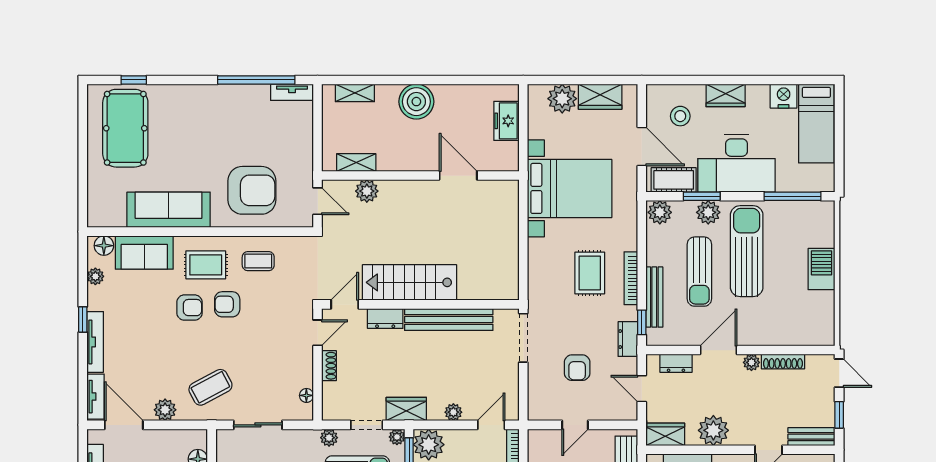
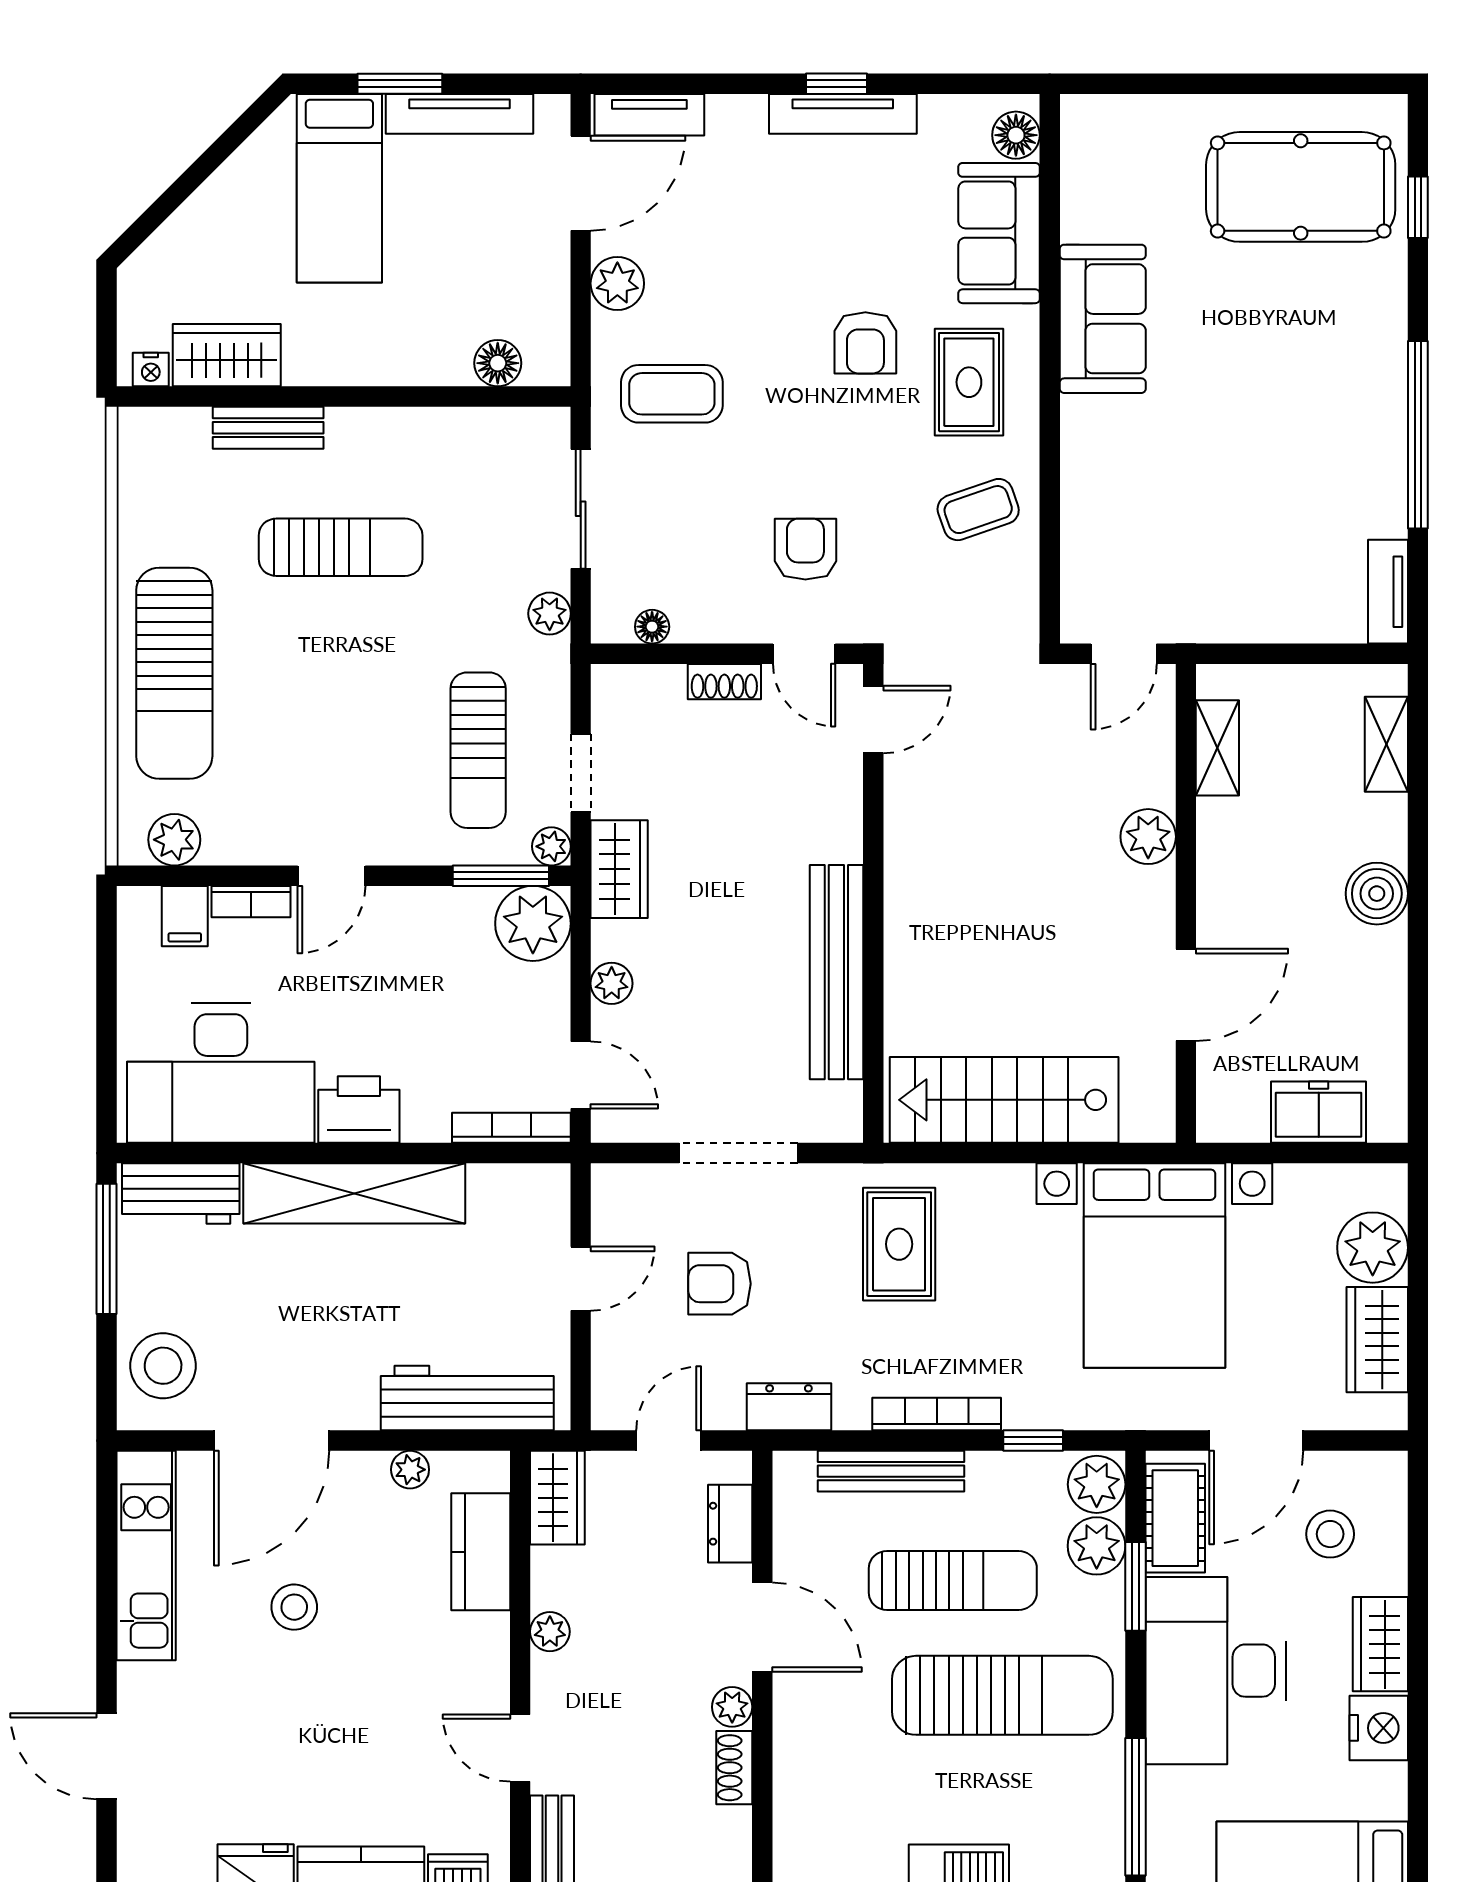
window: (256, 80) -> (1418, 435), moved
nightstand: (784, 96) -> (1379, 1728), moved
boiler: (416, 102) -> (1377, 894), width x0.73, depth x0.73
armchair: (252, 190) -> (1150, 494), removed
plant: (367, 191) -> (1148, 837), moved
sofa: (169, 210) -> (1103, 319), width x0.73
plant: (708, 212) -> (1097, 1546), moved
coffee table: (258, 261) -> (978, 510), turned 71
sun lounger: (699, 272) -> (953, 1581), turned 180
rug: (590, 273) -> (899, 1244), moved, turned 90
plant: (95, 276) -> (941, 114), removed
stairs: (410, 282) -> (1004, 1100), moved, turned -90
armchair: (227, 304) -> (805, 549), moved
door: (345, 304) -> (873, 720), hinge flipped
dresser: (385, 318) -> (839, 818), removed
window: (642, 322) -> (1033, 1441), moved
doorway: (523, 338) -> (738, 1153), moved
tv unit: (95, 342) -> (843, 114), moved
shoe rack: (783, 362) -> (734, 1768), width x0.70
coffee table: (210, 387) -> (672, 394), turned -62
door: (575, 425) -> (581, 1279), swing flipped
plant: (713, 430) -> (550, 1632), width x0.53, depth x0.53
plant: (329, 438) -> (550, 614), moved

